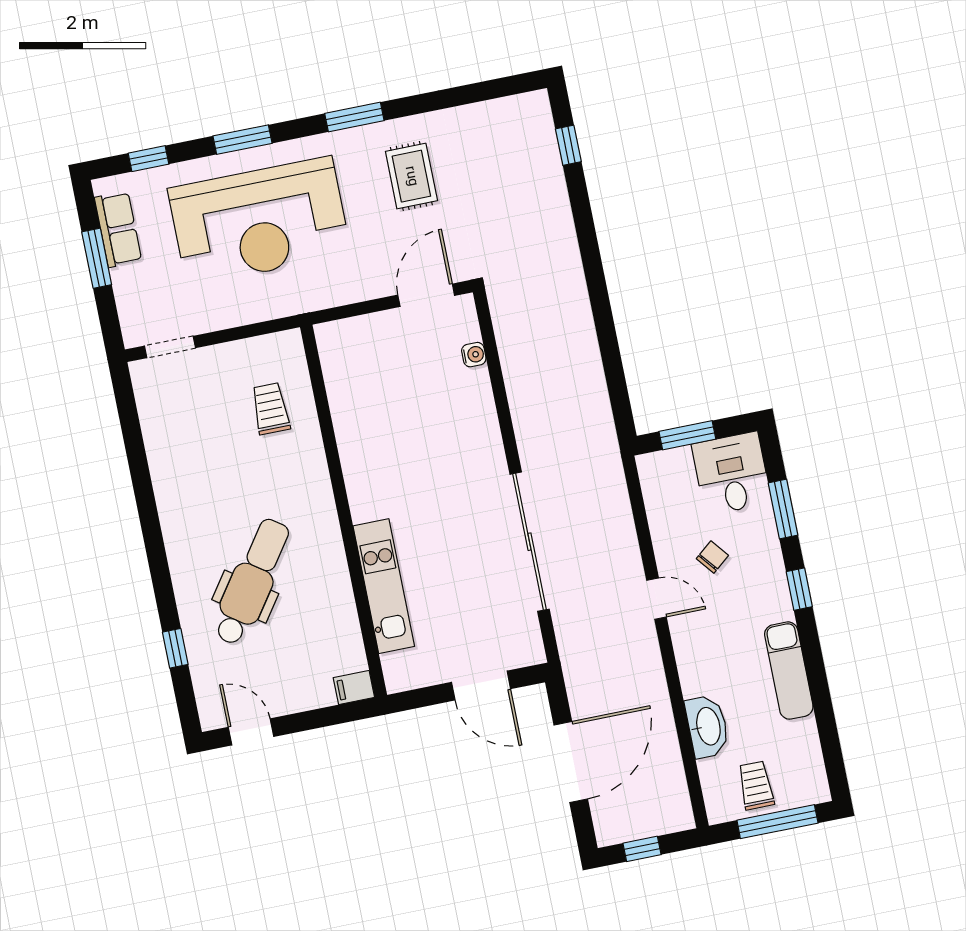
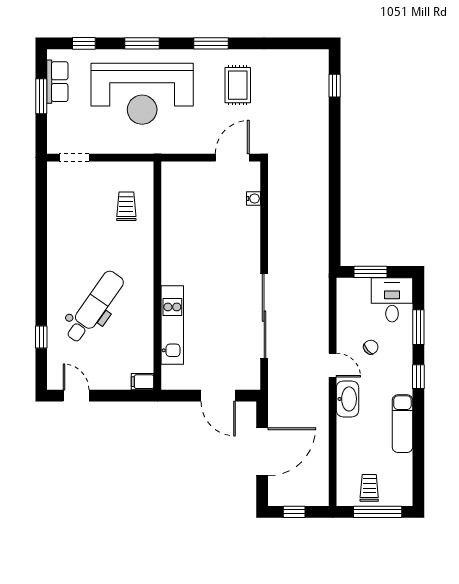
washbasin: (707, 726) -> (347, 399), moved

